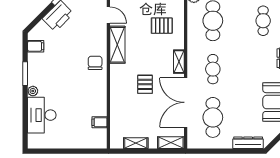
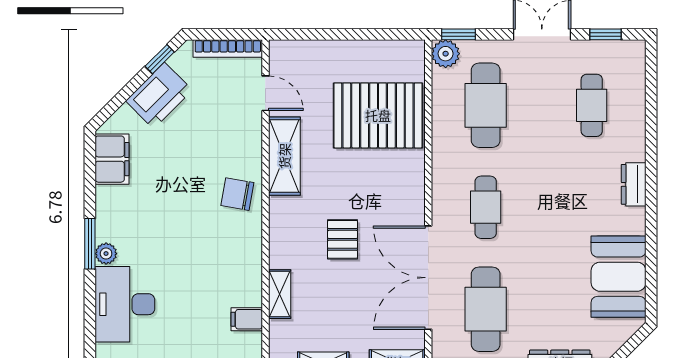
pallet: (162, 26) -> (378, 115), width x2.05, depth x2.00
filing cabinet: (36, 46) -> (112, 159), width x2.00
shelving: (179, 62) -> (280, 294), moved
chair: (95, 63) -> (237, 194), turned -80
window: (25, 74) -> (90, 244), moved

